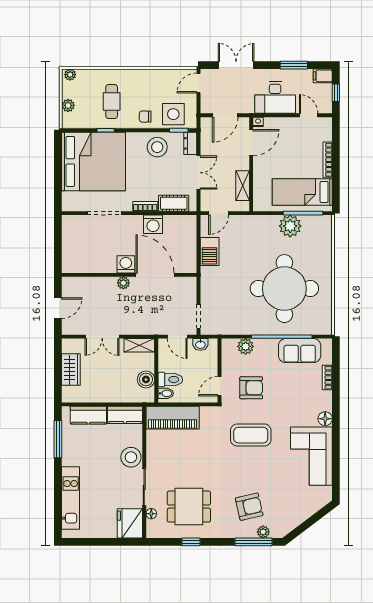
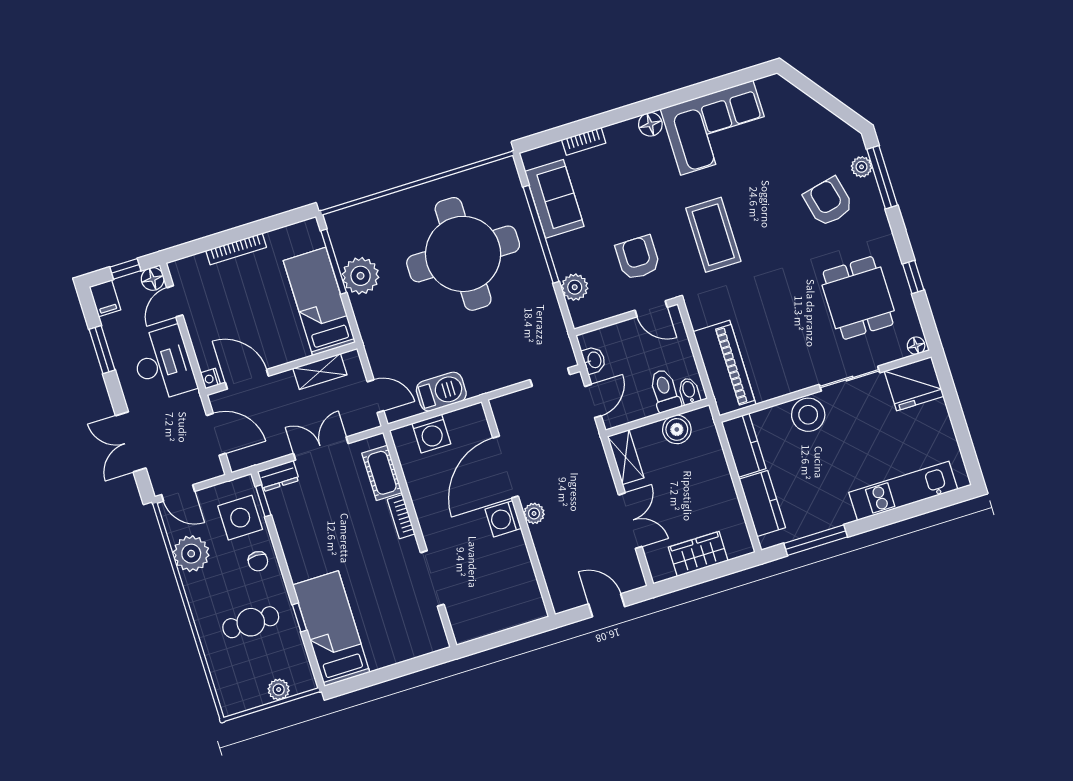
plant: (70, 75) -> (191, 554), moved, width x1.87, depth x1.87
floor lamp: (325, 107) -> (153, 279), added
stool: (157, 147) -> (301, 527), removed
bed: (94, 161) -> (331, 629), width x0.49
bed: (302, 192) -> (319, 301), moved, turned 180
washing machine: (153, 224) -> (431, 434), moved, turned 90
floor lamp: (151, 514) -> (916, 346), moved

